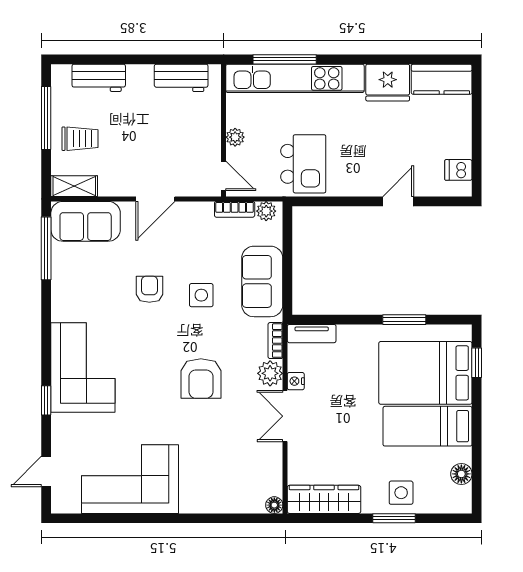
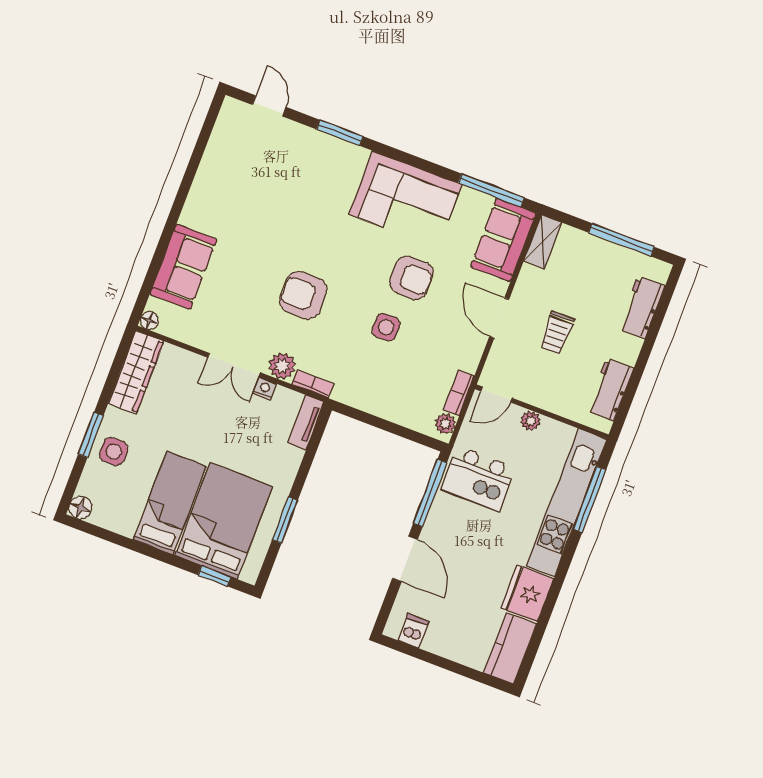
trolley: (80, 139) -> (557, 333), moved
window: (332, 201) -> (430, 493), added
door: (398, 201) -> (405, 559), width x1.38
sofa: (262, 281) -> (183, 267), moved, turned 90
armchair: (149, 289) -> (412, 278), width x1.38, depth x1.38
corner sofa: (83, 368) -> (405, 200), moved
window: (46, 400) -> (340, 133), width x1.50
double door: (285, 416) -> (234, 365), swing flipped
floor lamp: (461, 474) -> (81, 508), moved
corner sofa: (130, 479) -> (230, 187), removed

